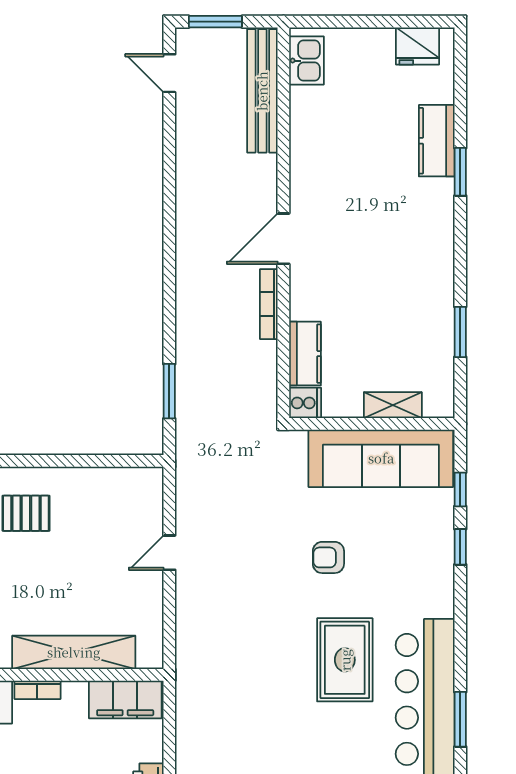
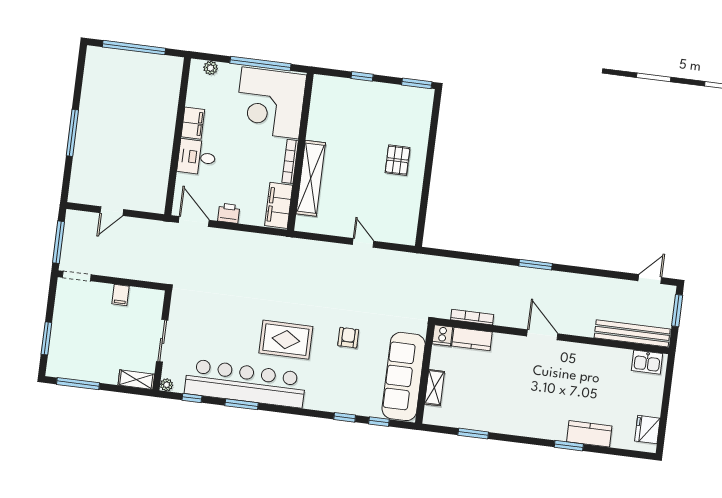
bookcase: (269, 304) -> (472, 317), moved
window: (169, 391) -> (536, 265), moved
bookcase: (37, 690) -> (290, 161), width x1.56

